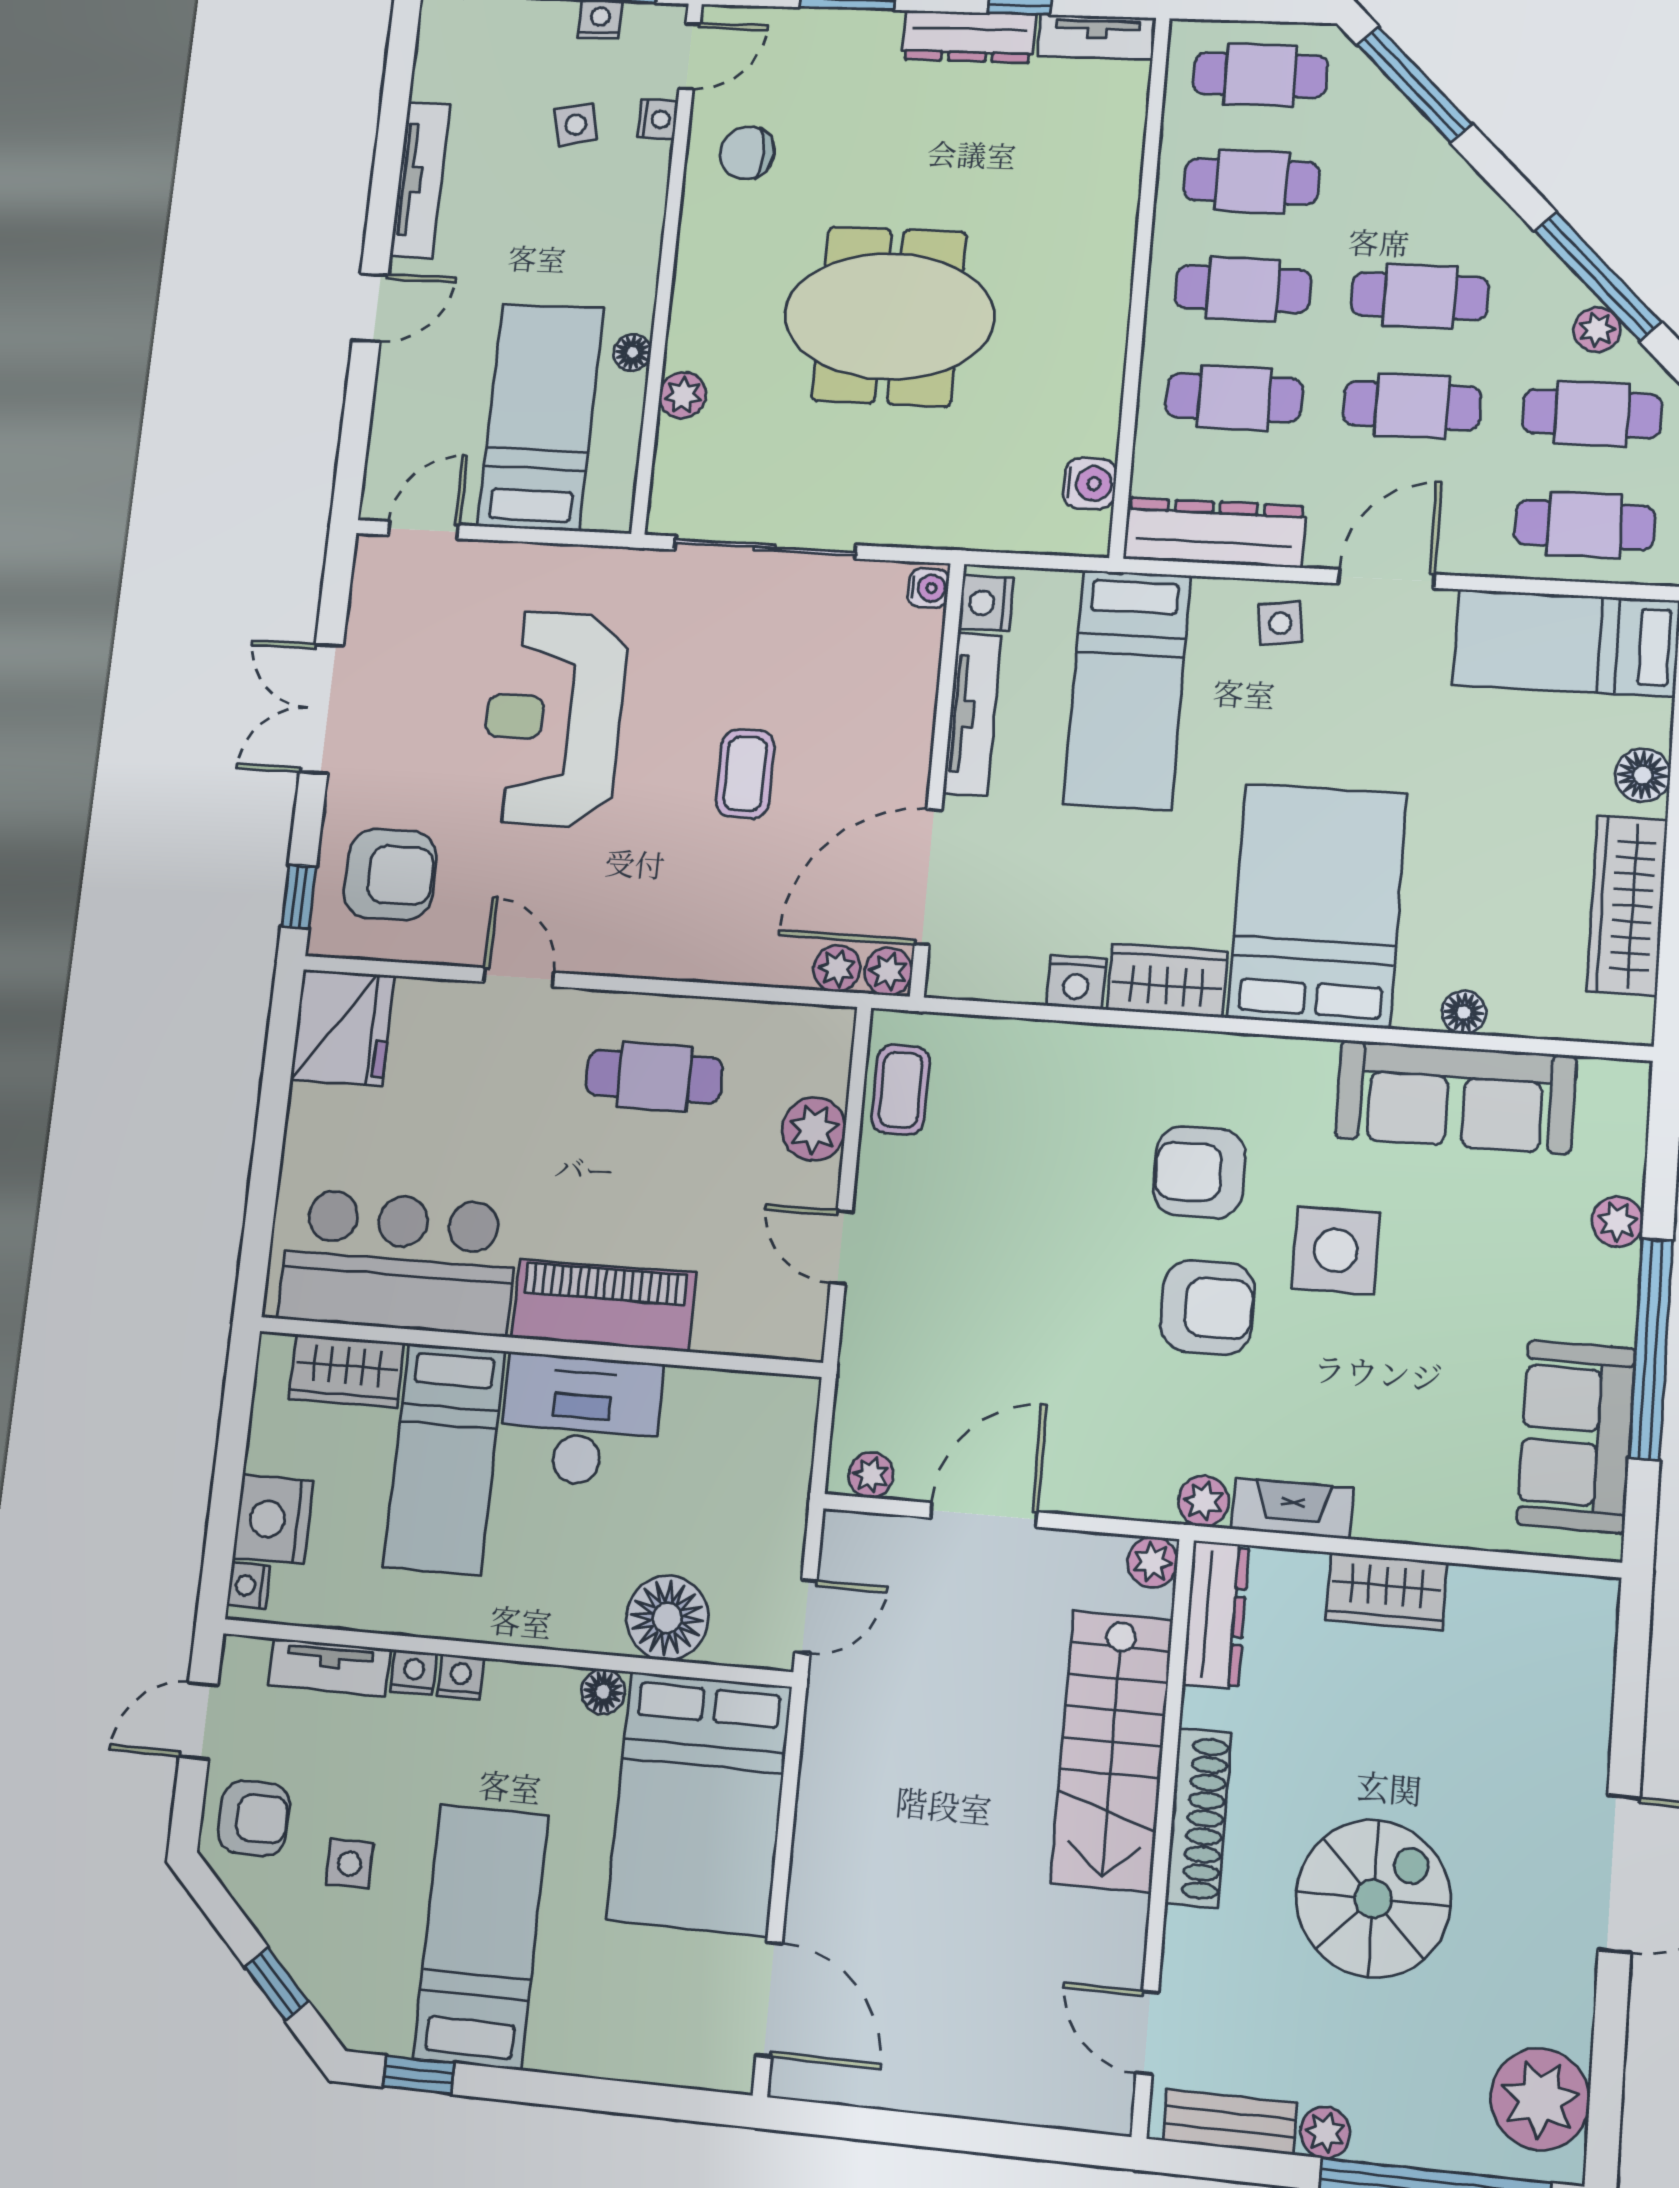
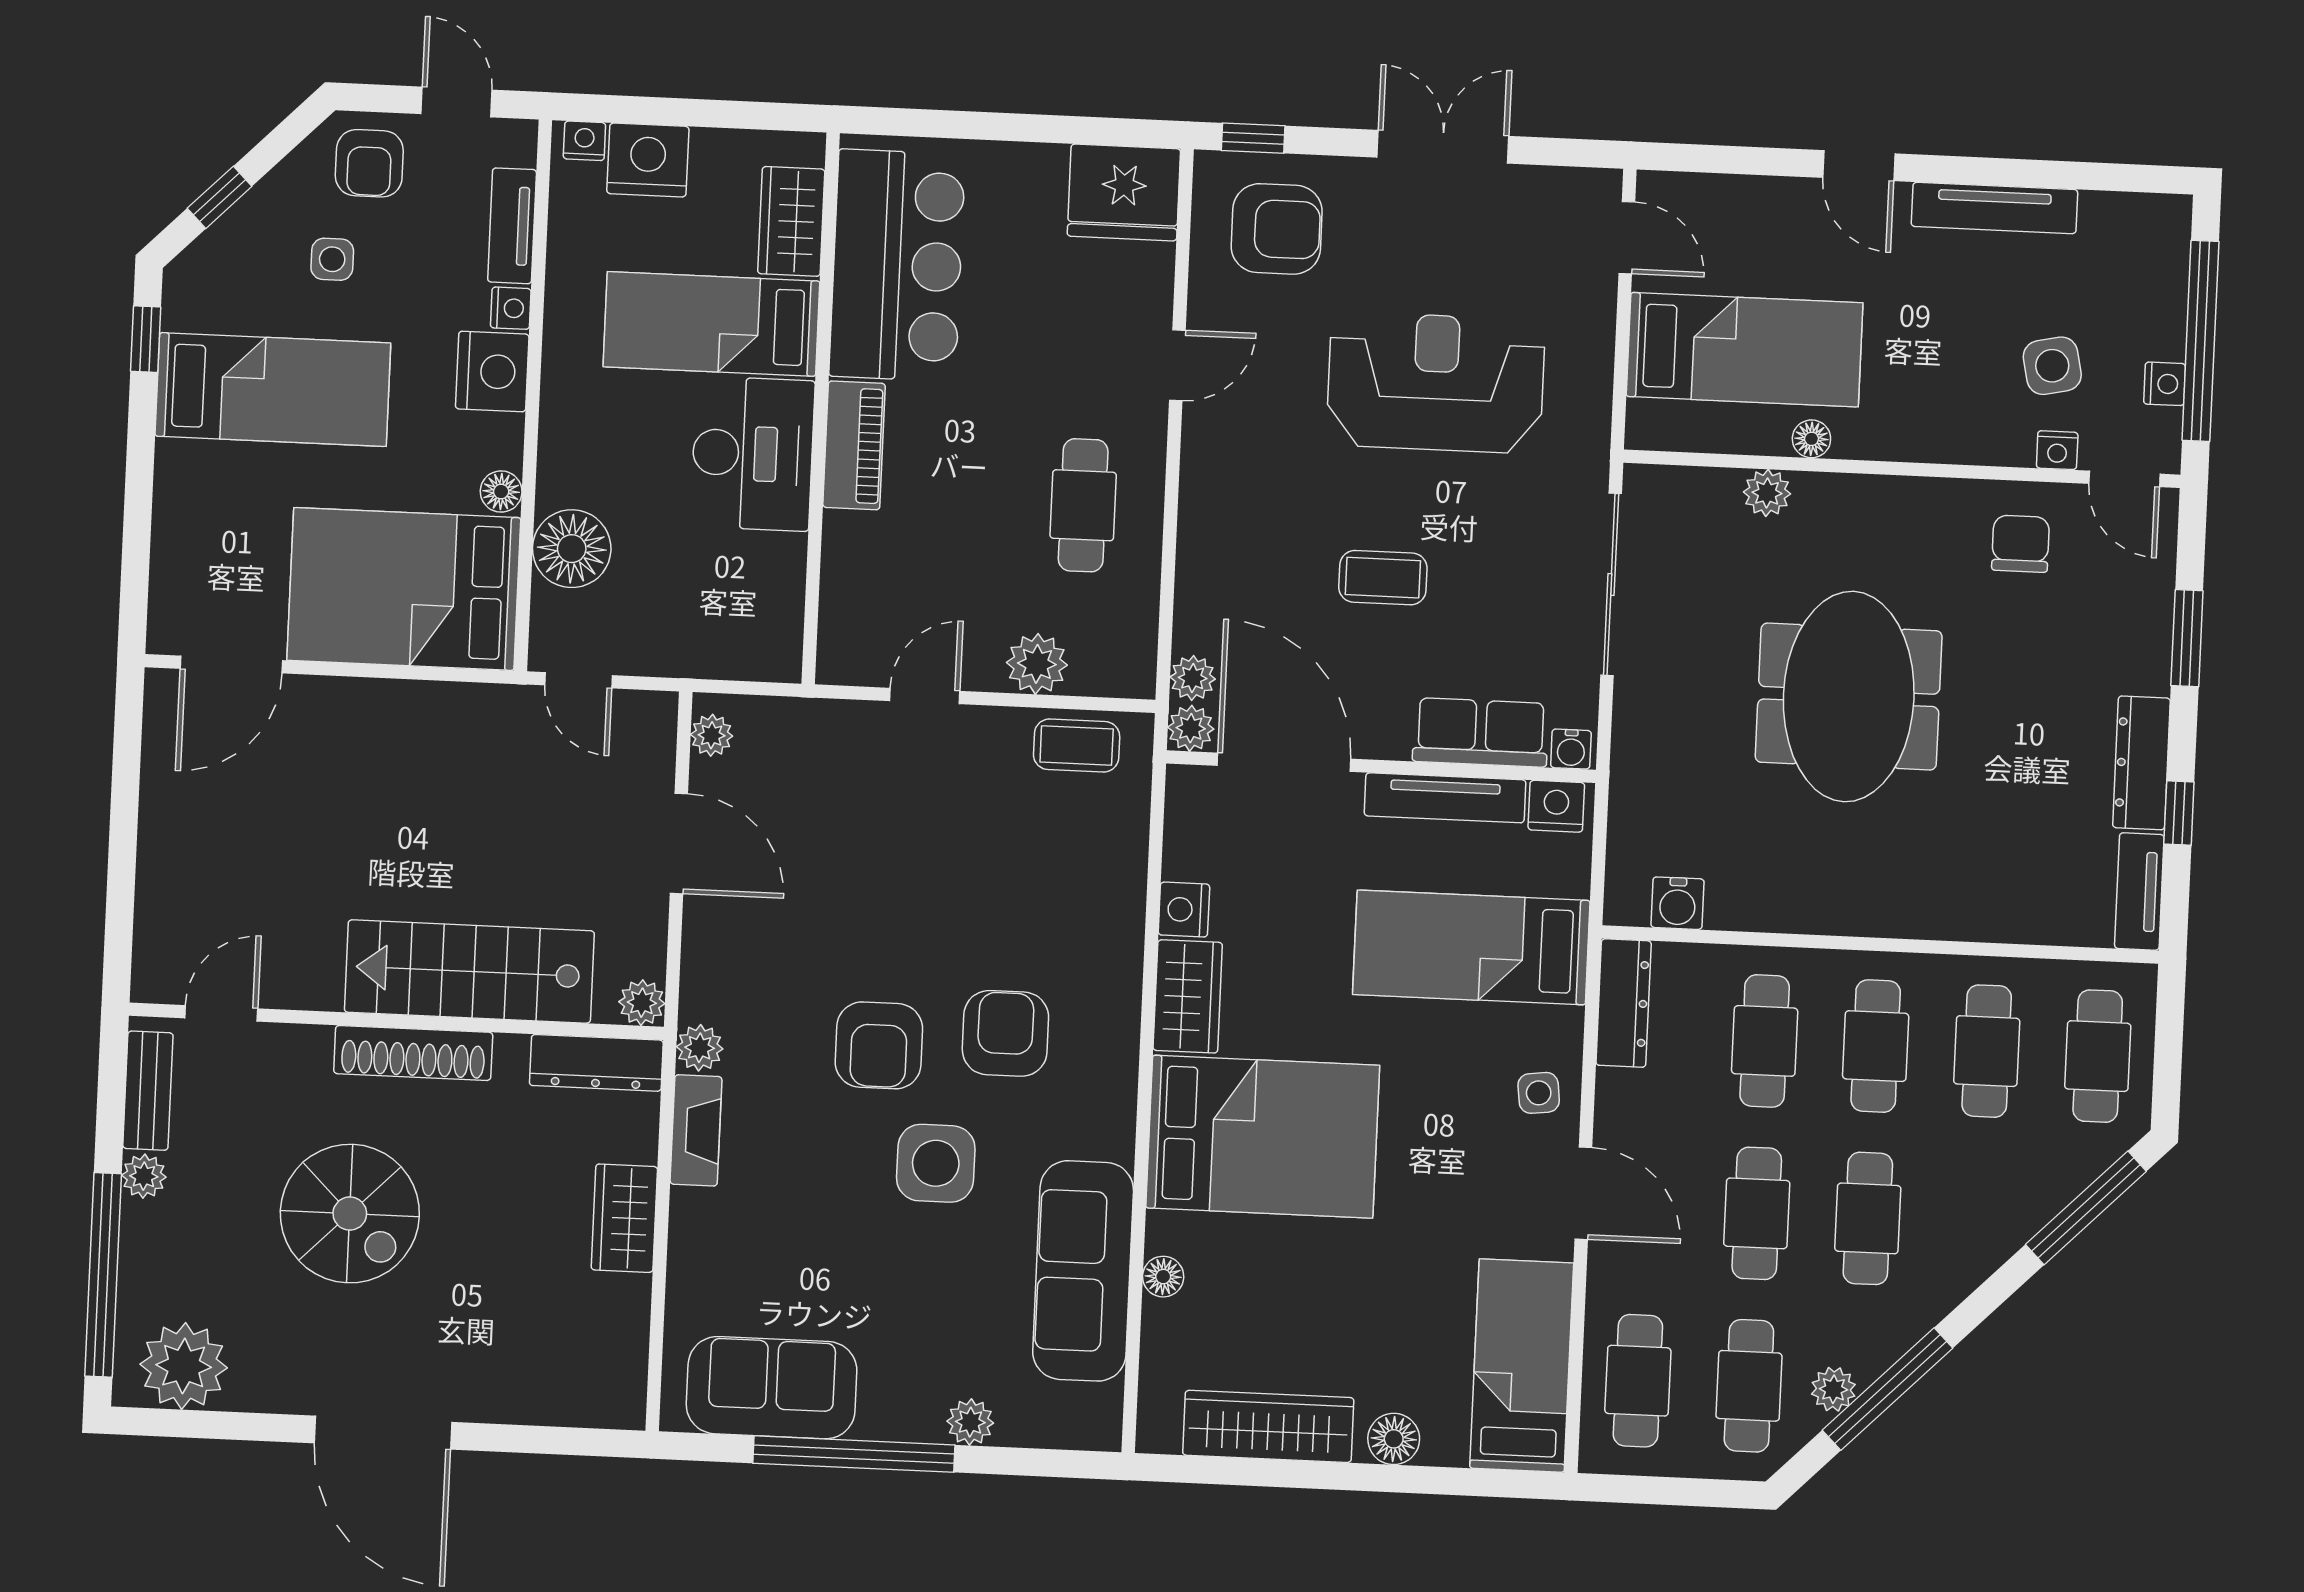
side table: (576, 125) -> (2052, 366), width x1.37, depth x1.37
dresser: (1214, 533) -> (1624, 1003), width x0.73, depth x0.80
row of seats: (907, 678) -> (1481, 732), added
armchair: (390, 875) -> (1277, 229), turned -90
piano: (603, 1305) -> (854, 445), width x0.73, depth x0.75
nightstand: (461, 1677) -> (492, 371), width x1.89, depth x1.79

